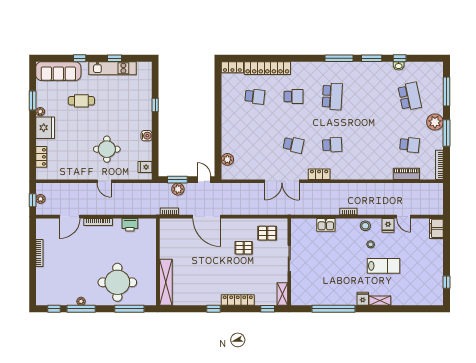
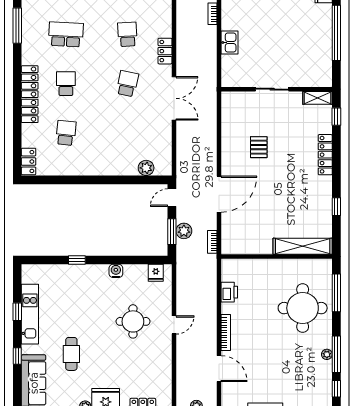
locker: (267, 68) -> (30, 94), moved
pallet: (267, 233) -> (240, 117), removed
window: (214, 309) -> (336, 207), moved

